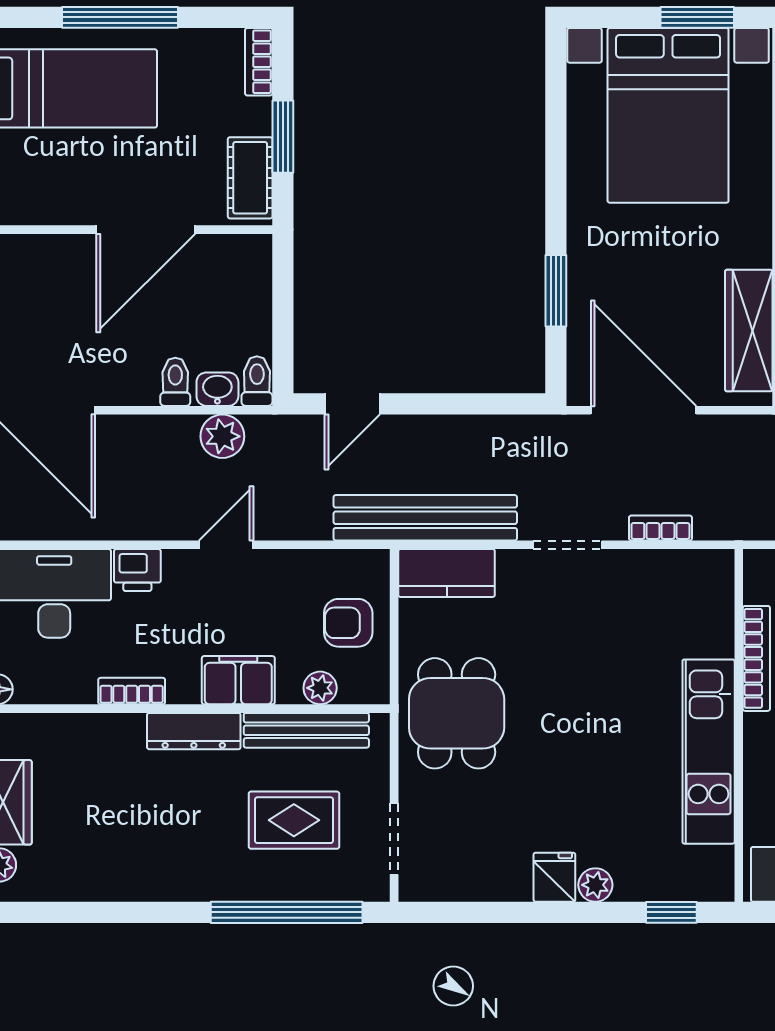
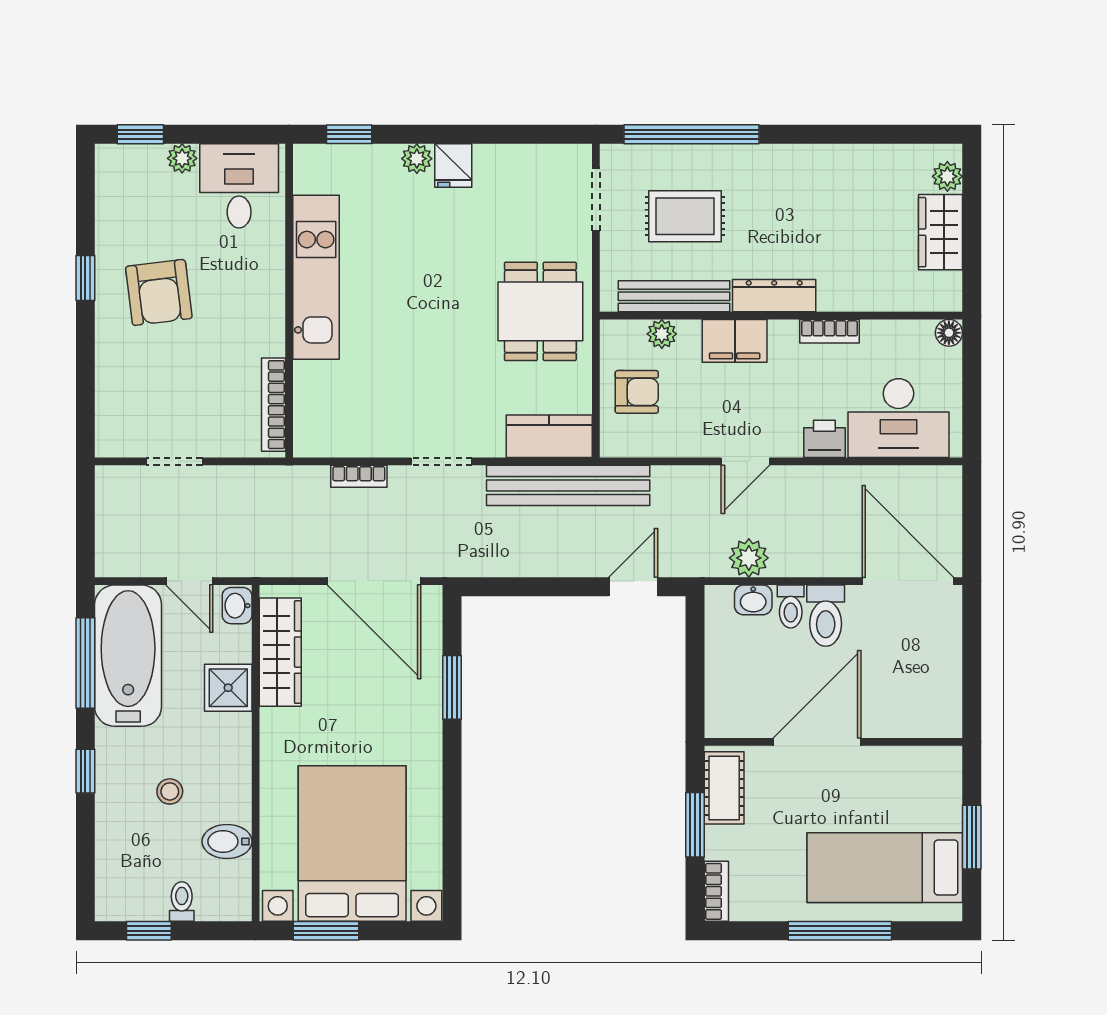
toilet: (257, 381) -> (826, 616), moved, width x1.37, depth x1.39
bookcase: (756, 658) -> (273, 405), moved

